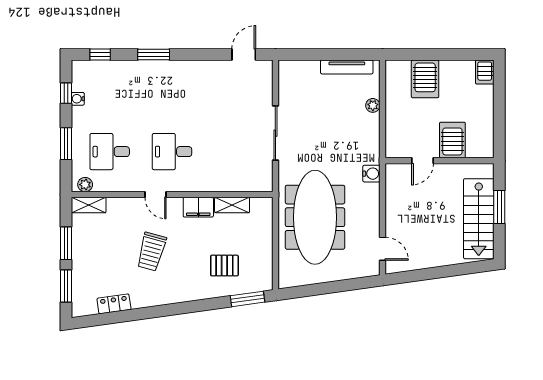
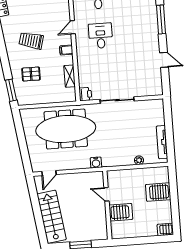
window: (154, 55) -> (161, 20), width x1.44
door: (244, 55) -> (164, 60), moved
printer: (262, 182) -> (85, 94), added
filing cabinet: (198, 207) -> (66, 50), width x0.50
stairs: (479, 219) -> (52, 217), moved, turned 82
trolley: (151, 252) -> (31, 41), moved
pallet: (224, 266) -> (31, 74), turned 90

